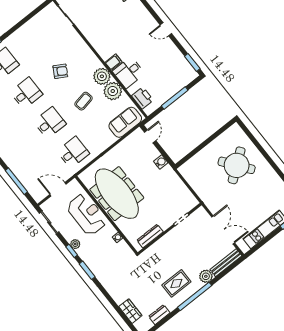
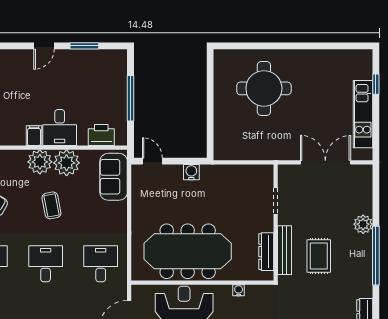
window: (192, 62) -> (84, 46), moved
round table: (237, 165) -> (264, 88), turned 37
bench: (226, 263) -> (285, 250), moved
rug: (176, 283) -> (319, 256), moved

